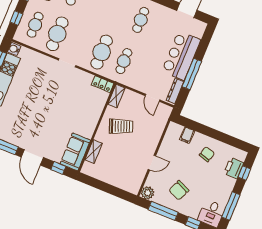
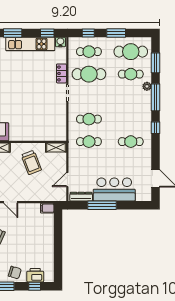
cafe table: (102, 52) -> (89, 119), width x0.73, depth x0.74
locker: (103, 84) -> (61, 73), moved
filing cabinet: (187, 135) -> (47, 208), moved
chair: (207, 154) -> (15, 273), moved

